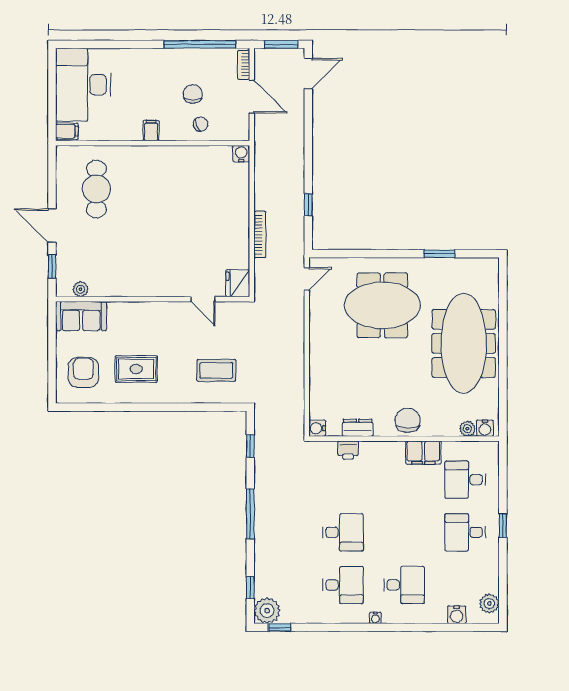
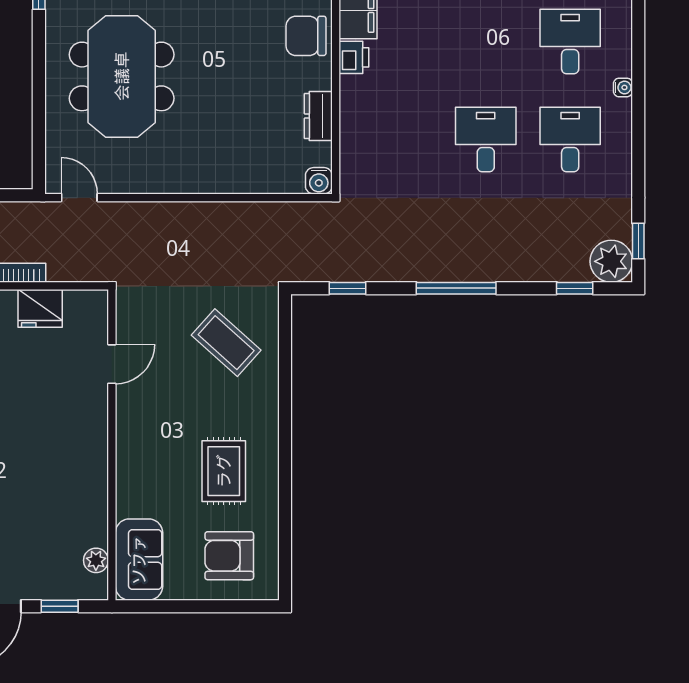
fridge: (238, 283) -> (40, 308), moved
coffee table: (216, 370) -> (226, 343), turned -48
printer: (348, 450) -> (354, 57), moved

